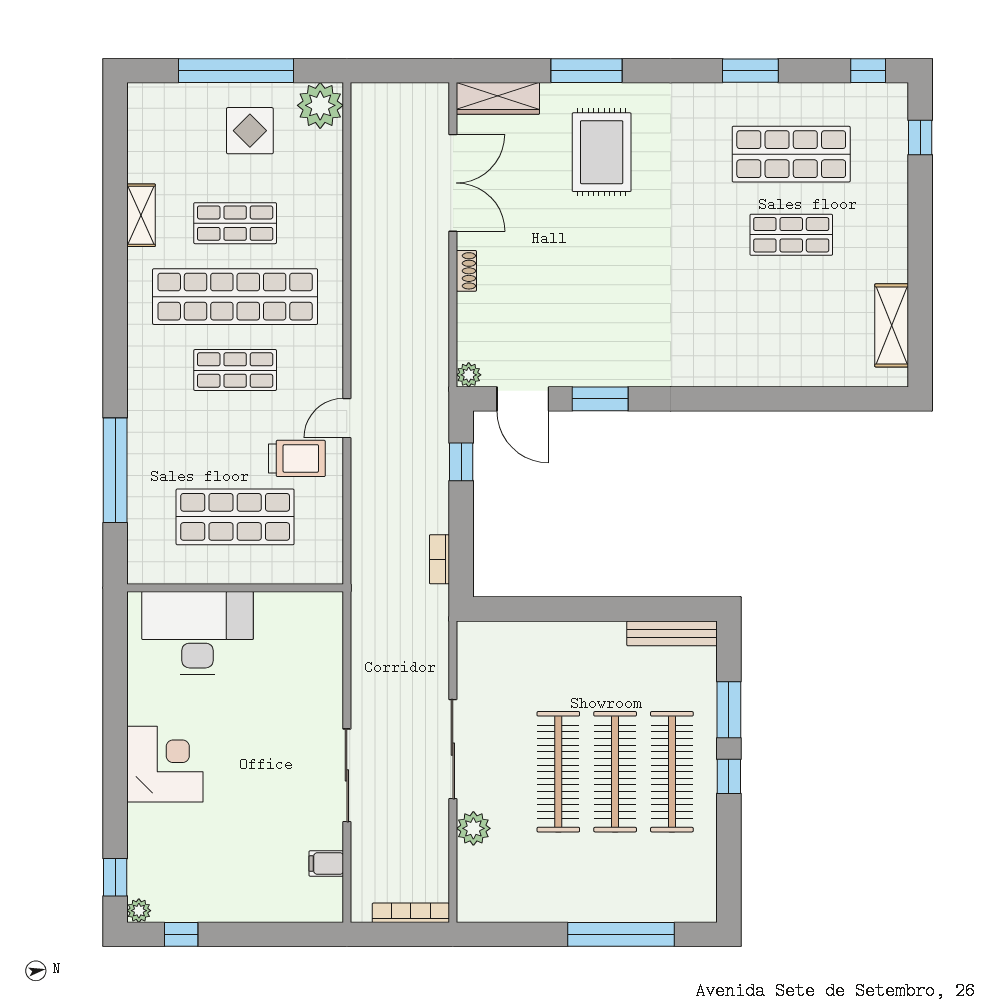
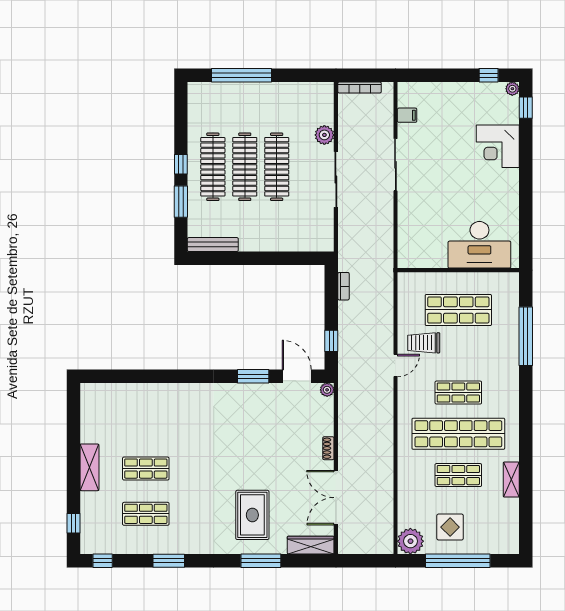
shop shelf: (791, 154) -> (146, 514), width x0.70, depth x0.74
shelving: (892, 325) -> (89, 467), moved
corner desk: (165, 764) -> (498, 146), moved

